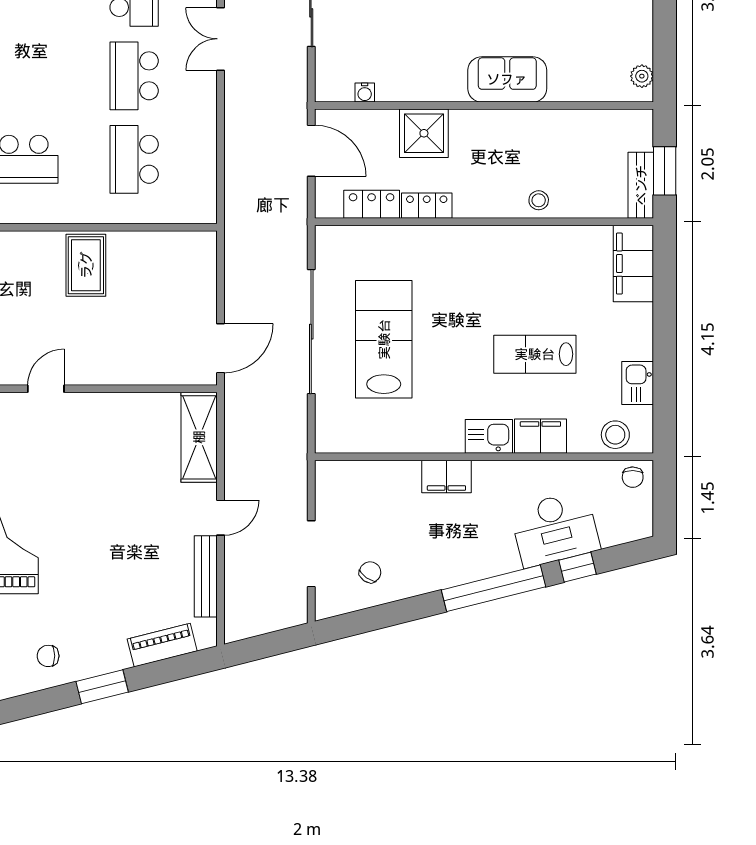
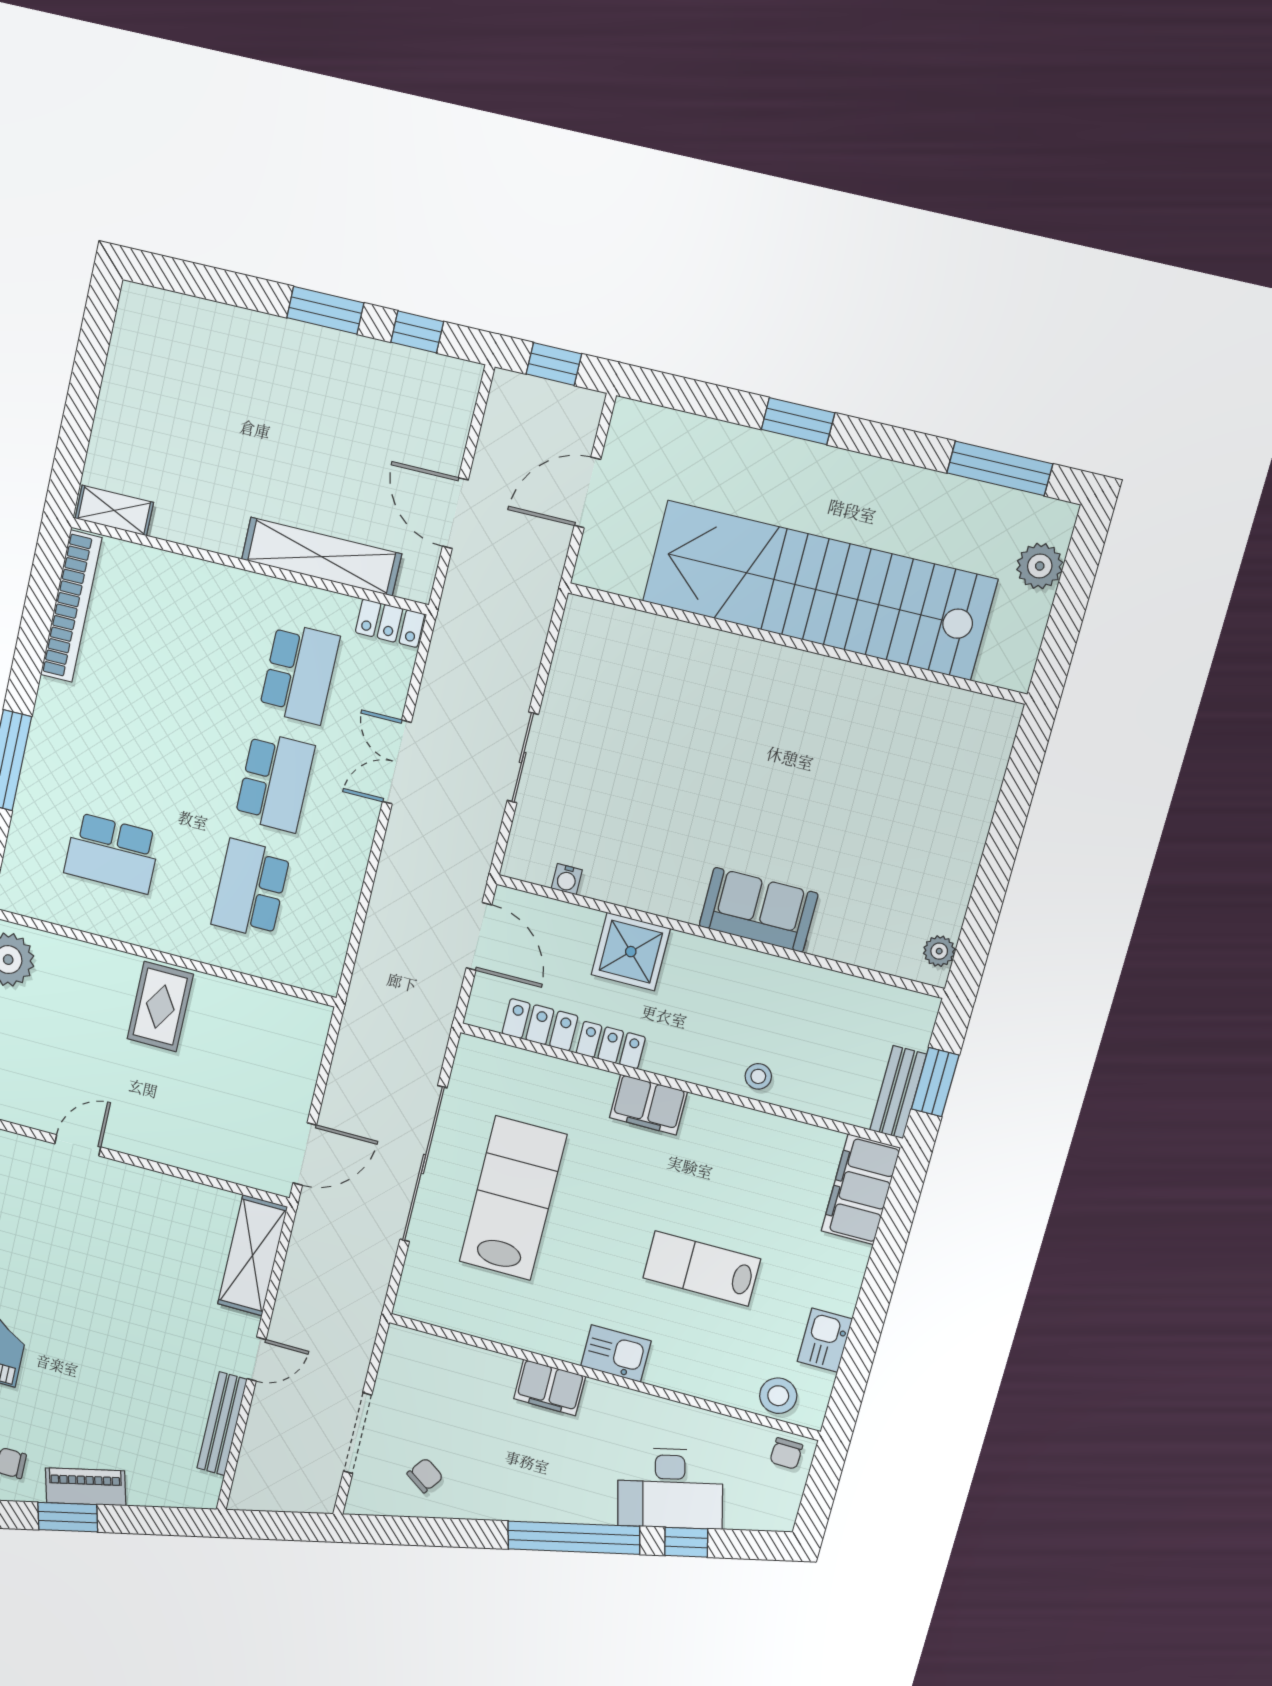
school desk: (134, 76) -> (275, 782), turned 180
filing cabinet: (540, 436) -> (648, 1105), moved, turned 180
piano: (162, 645) -> (86, 1487), moved

